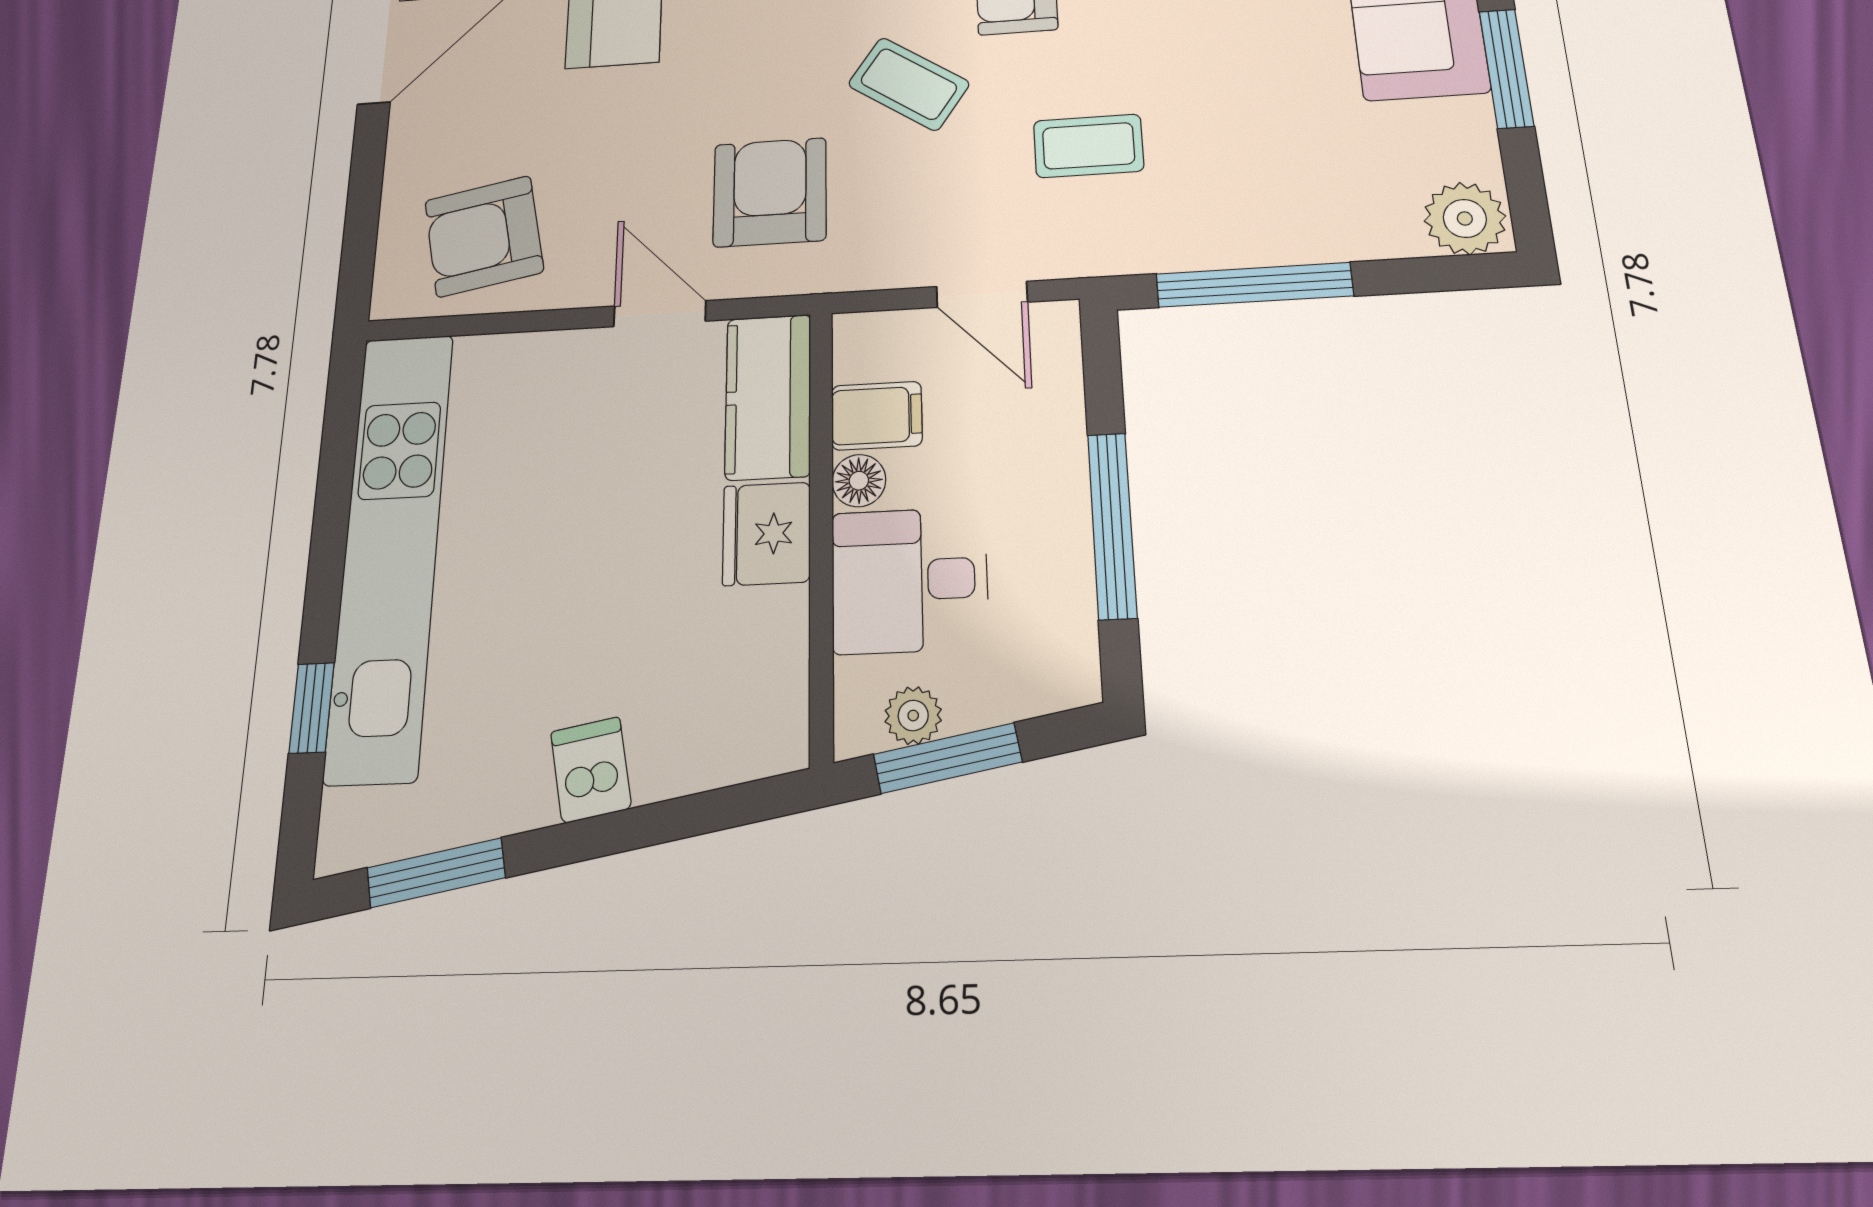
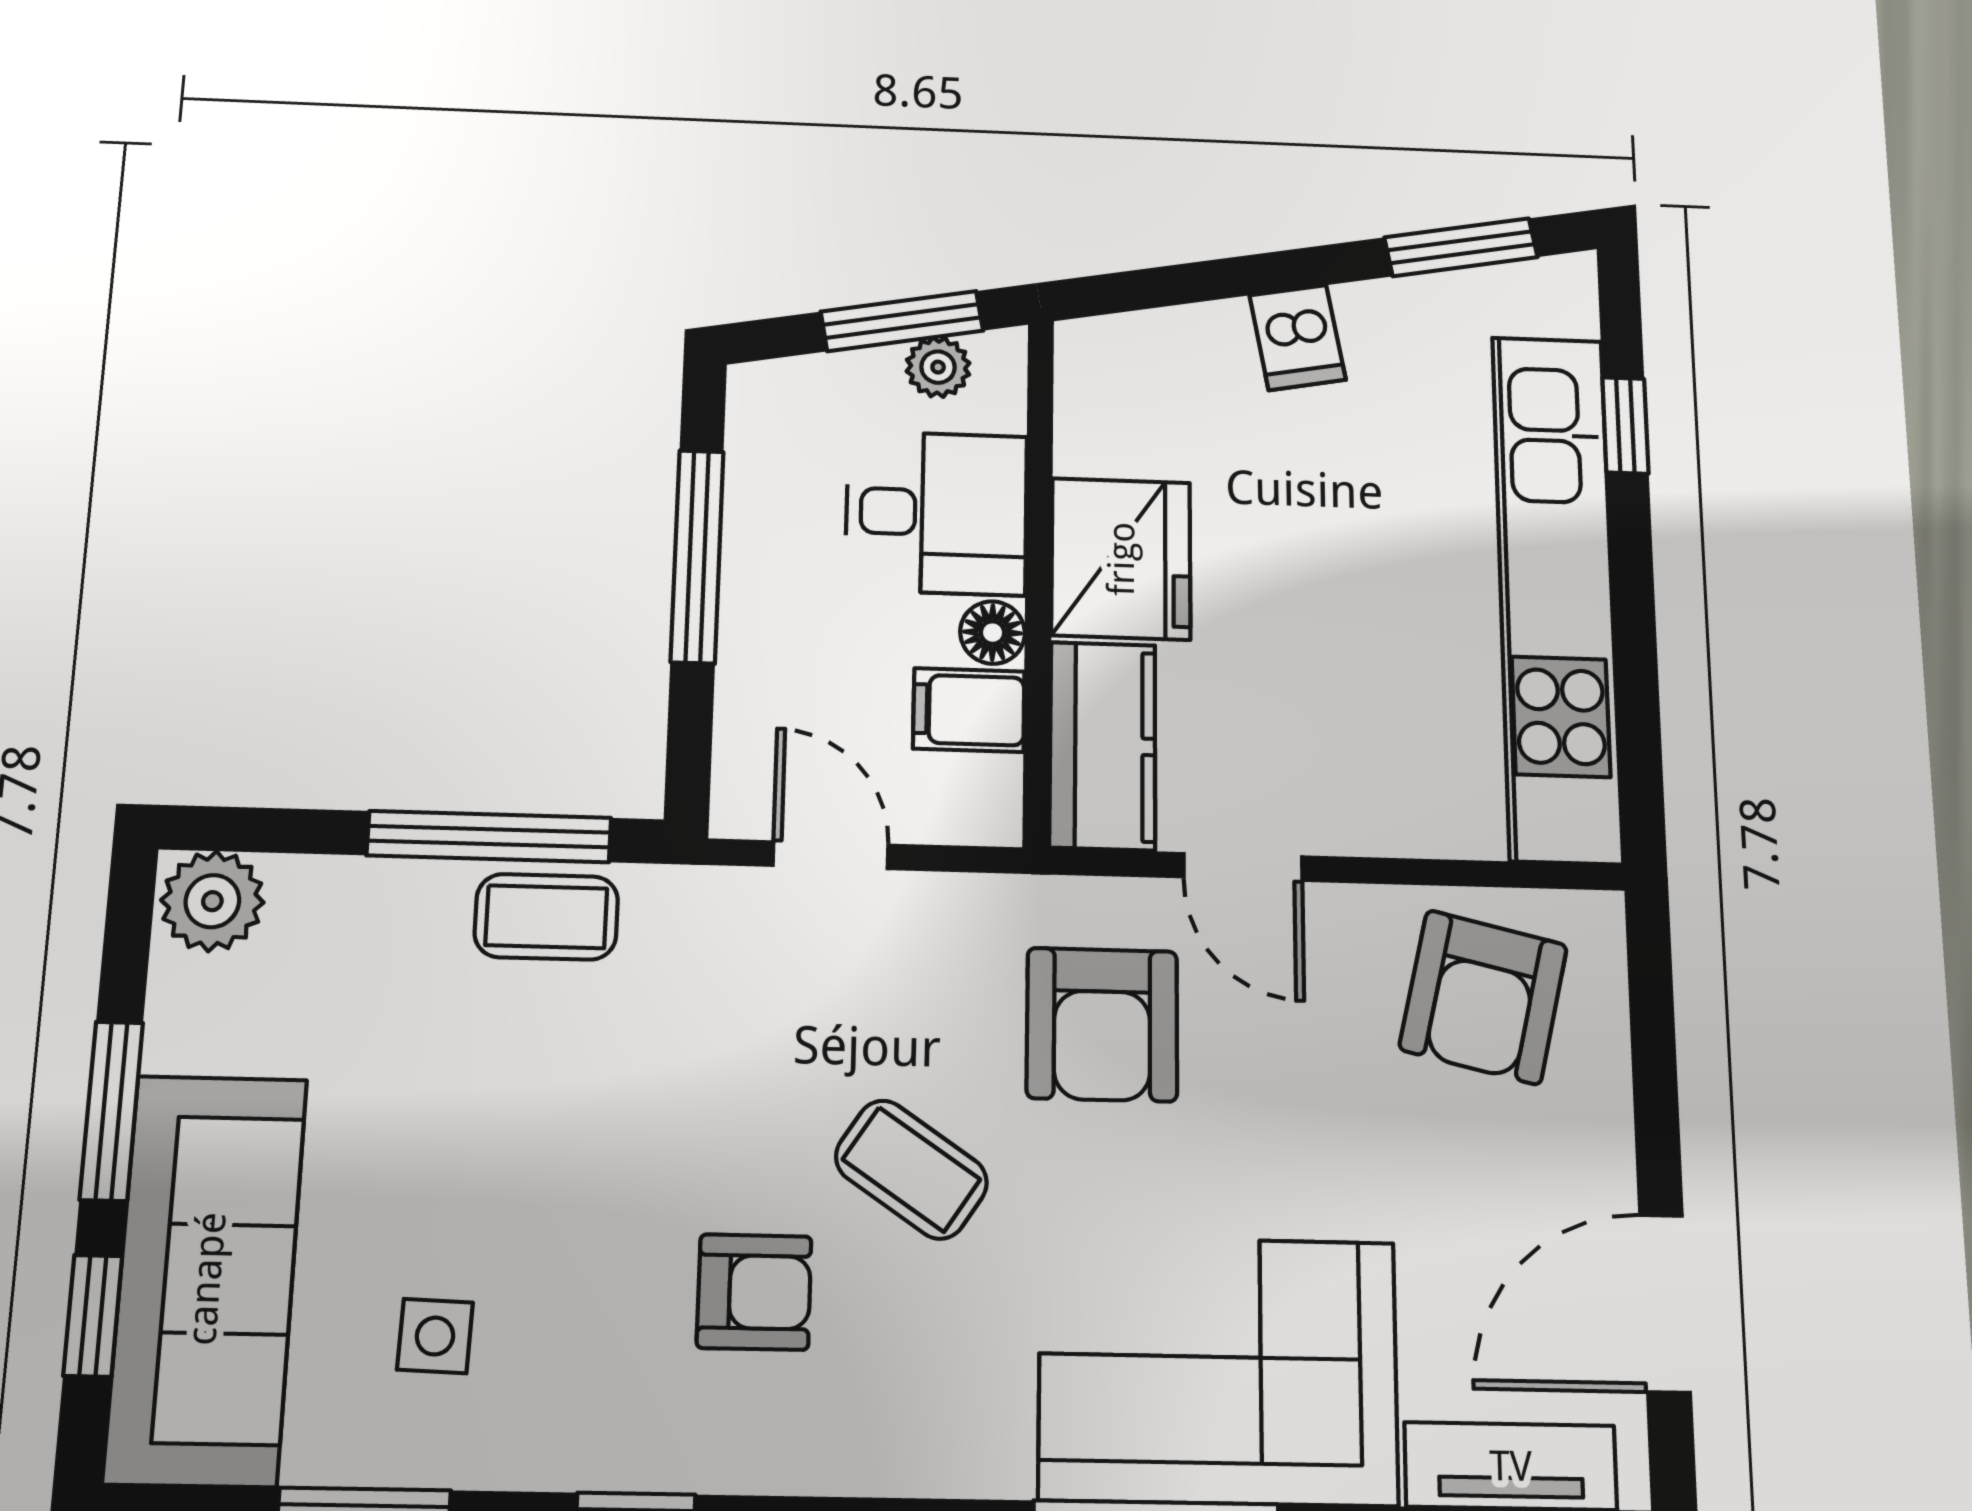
coffee table: (1089, 146) -> (546, 917), moved
armchair: (484, 236) -> (1483, 997), turned 114
fridge: (767, 534) -> (1121, 559), width x1.36, depth x1.34

